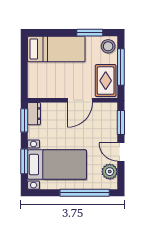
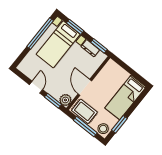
dresser: (34, 114) -> (90, 48), moved
door: (121, 152) -> (36, 87), hinge flipped
plant: (110, 172) -> (65, 100), moved
window: (85, 193) -> (40, 33), moved

